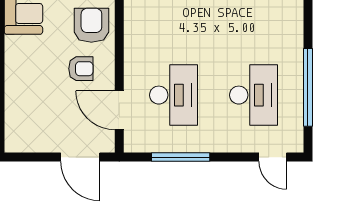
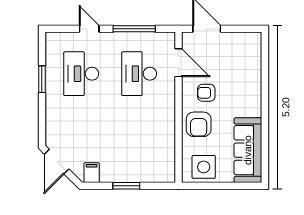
window: (308, 87) -> (42, 79), width x0.47
door: (273, 157) -> (89, 29), moved

